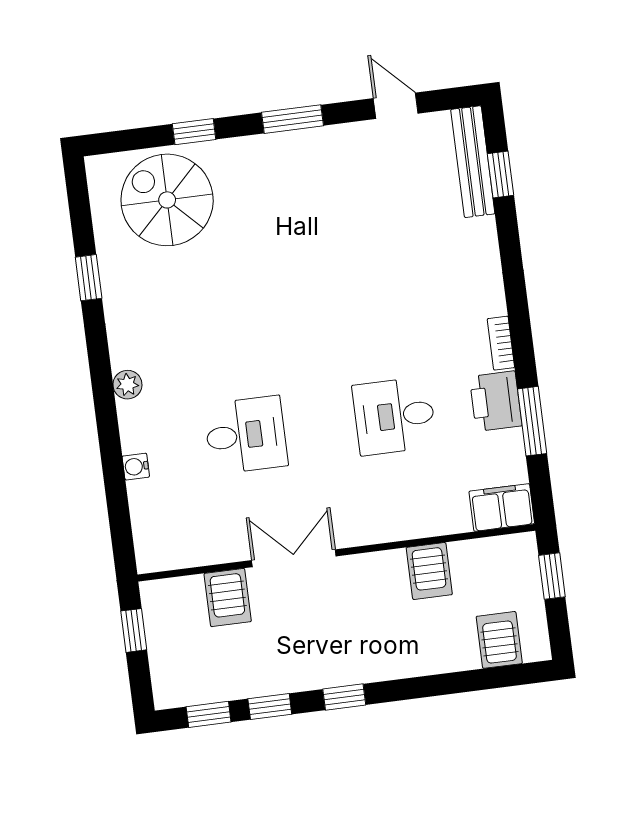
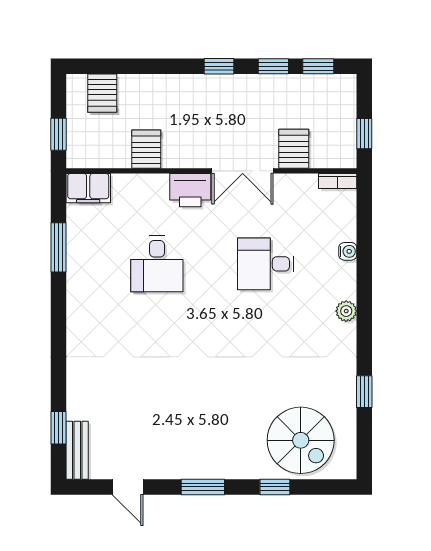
bench: (473, 162) -> (77, 450), width x0.73
bookcase: (501, 343) -> (338, 181), moved, turned 90
printer: (496, 401) -> (190, 190), moved, turned 90
desk: (394, 416) -> (157, 264), turned 90

